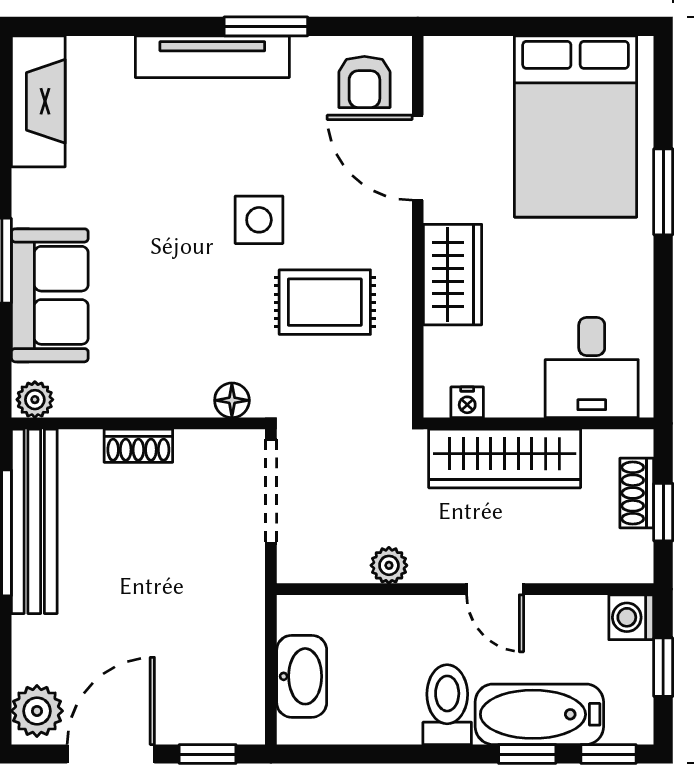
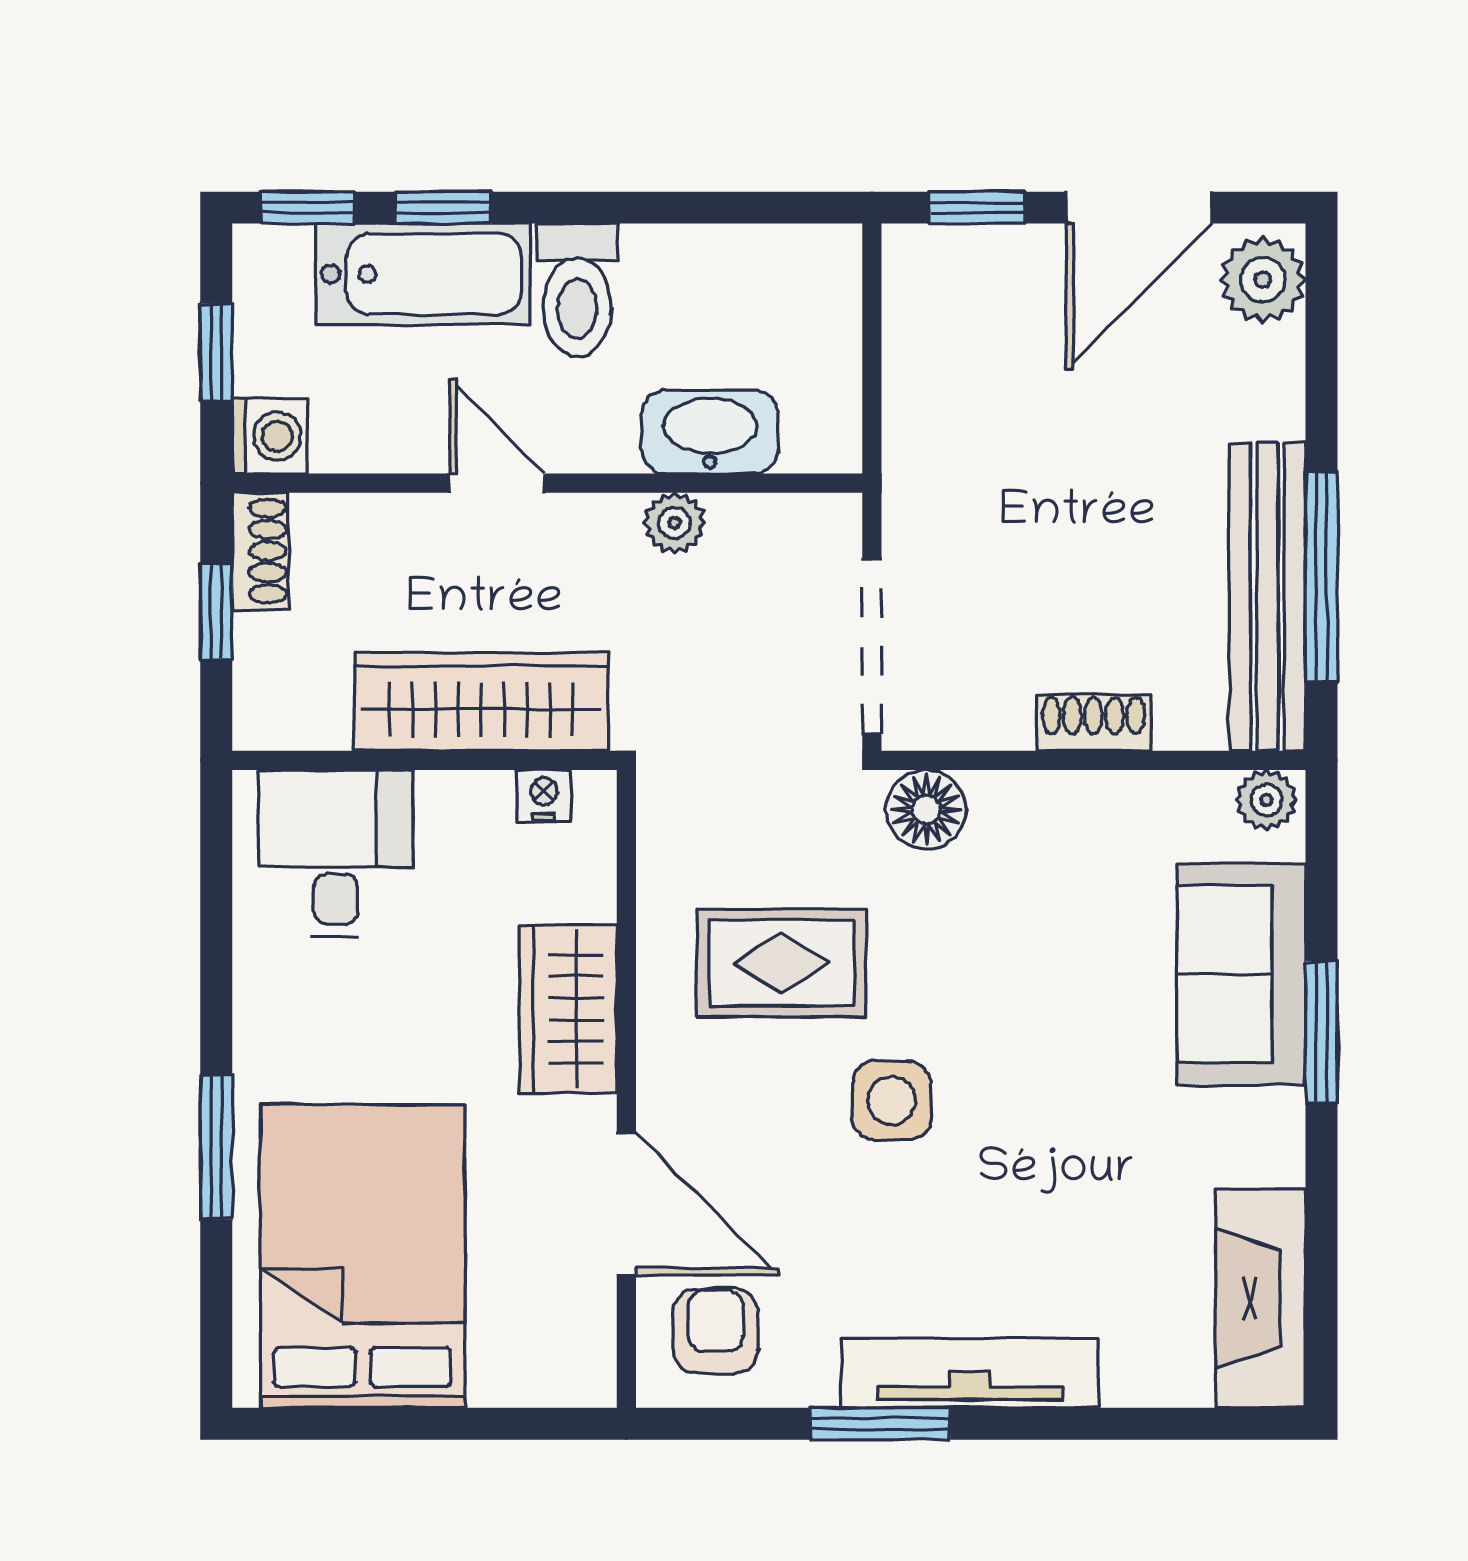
floor lamp: (232, 400) -> (926, 810), width x1.37, depth x1.37
shoe rack: (637, 493) -> (260, 551), moved
washbasin: (302, 676) -> (710, 432), moved, turned 90

